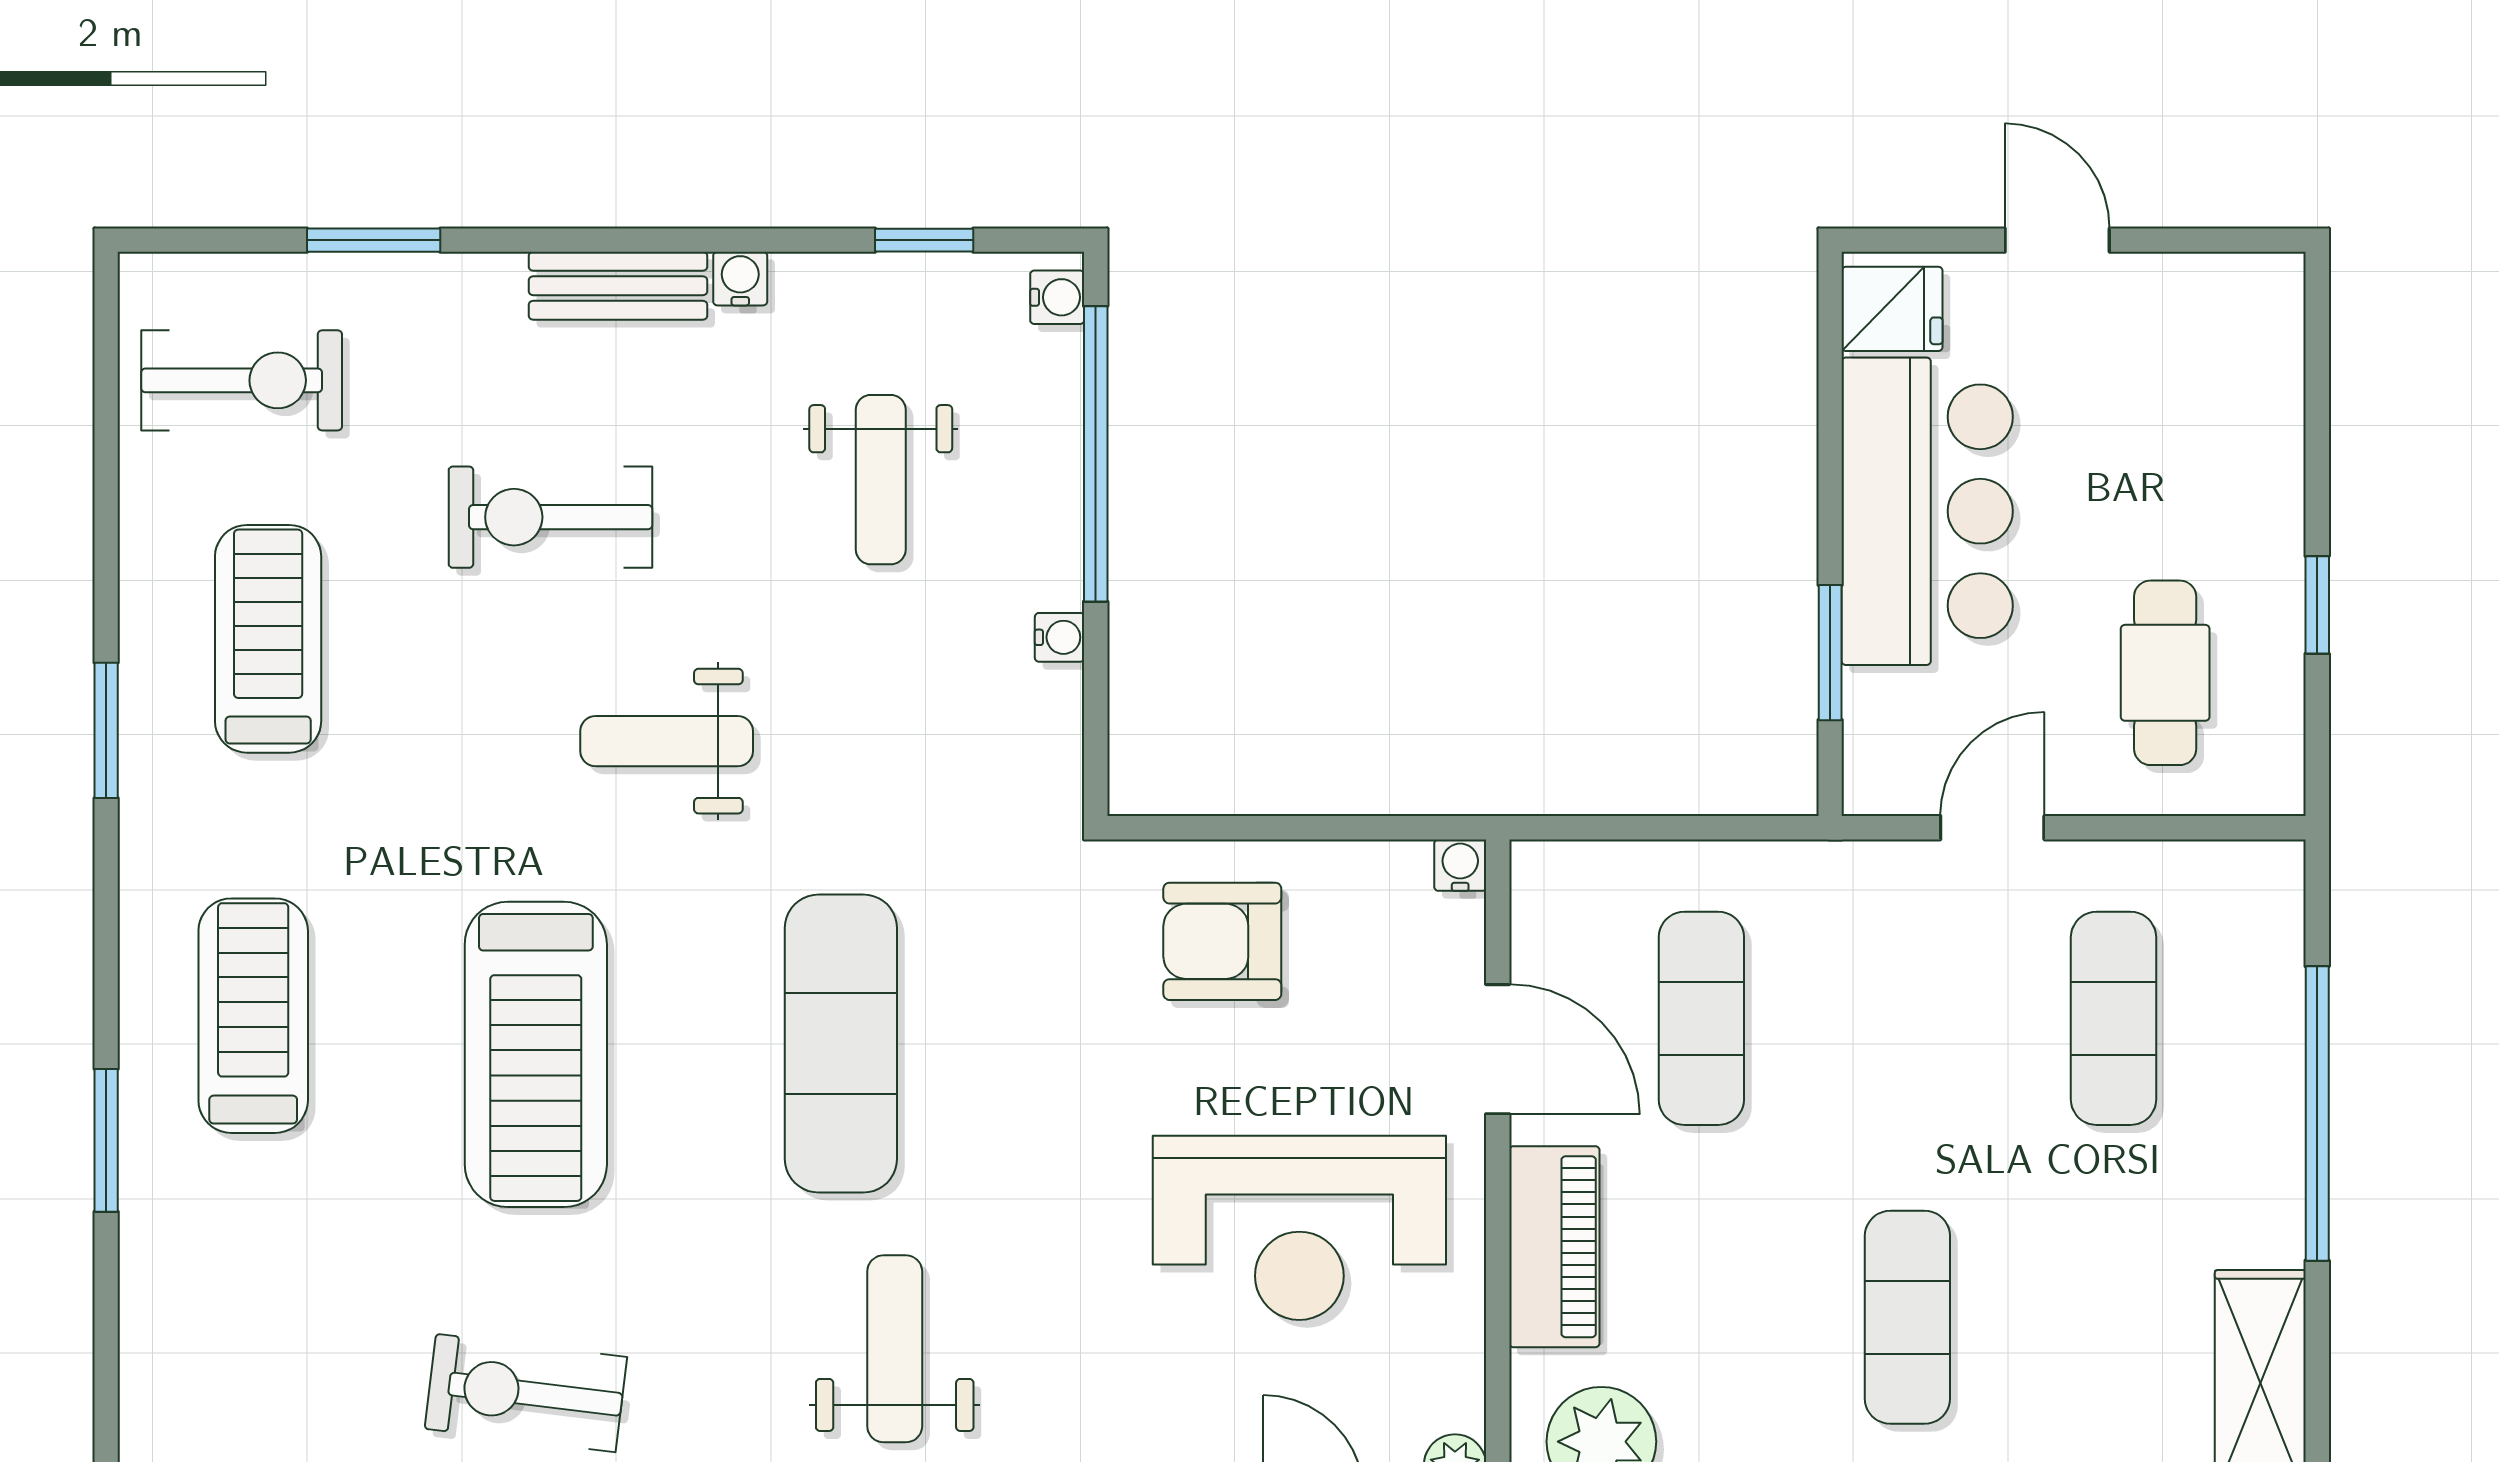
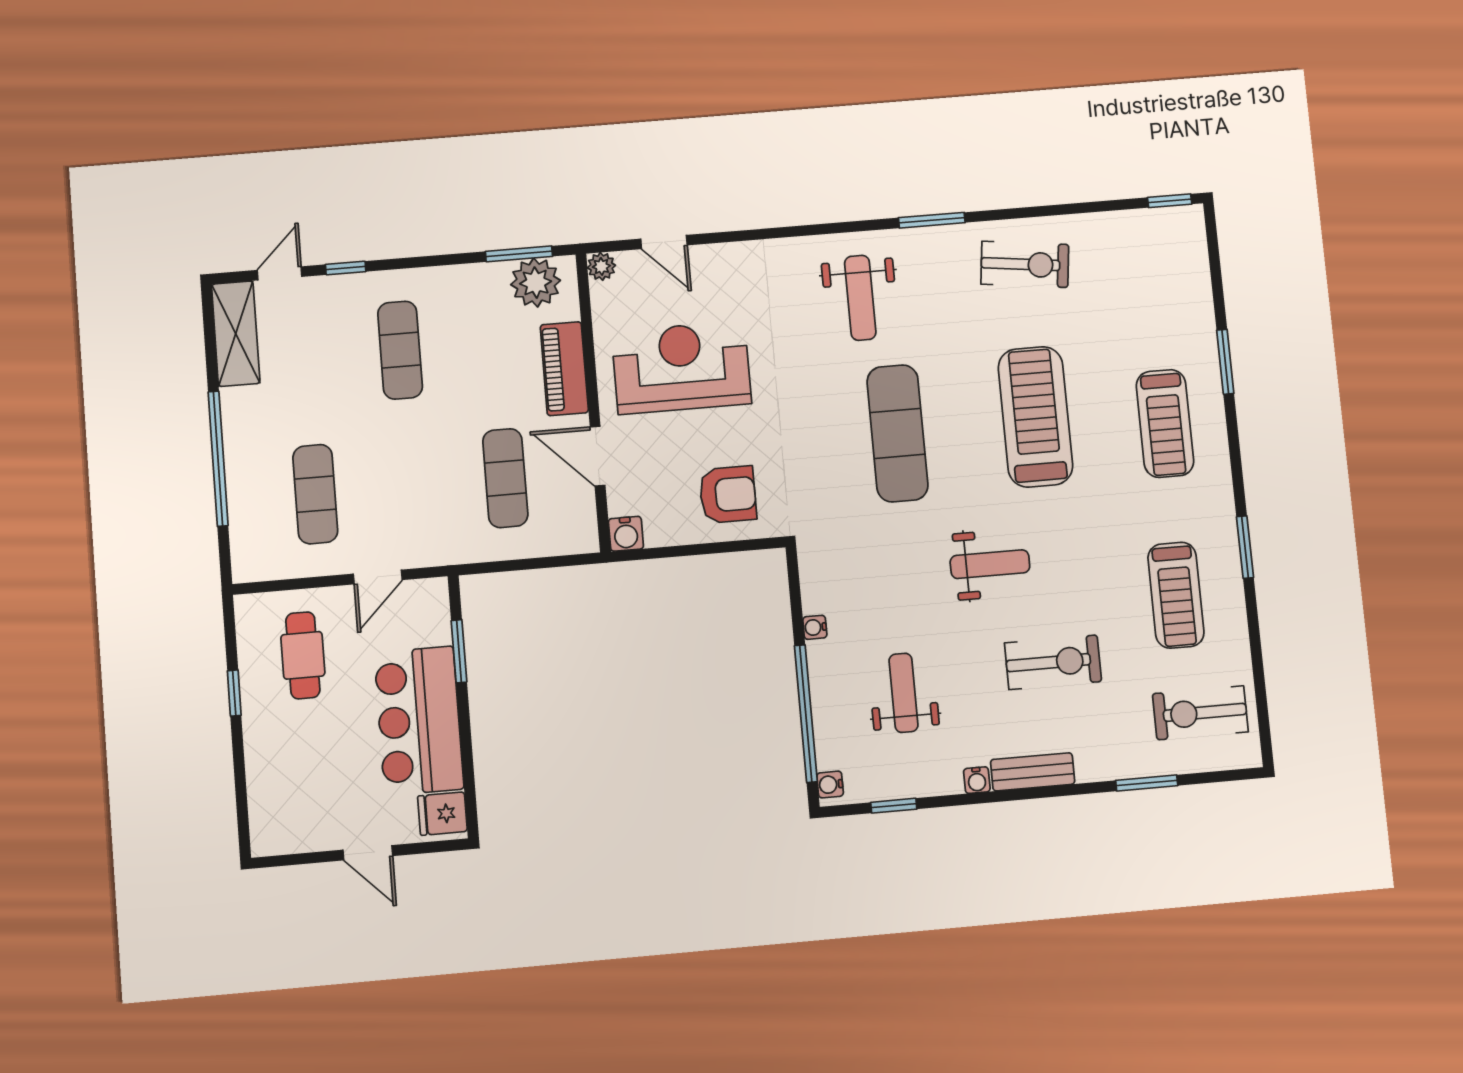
water cooler: (1460, 865) -> (626, 534), width x1.38, depth x1.38

